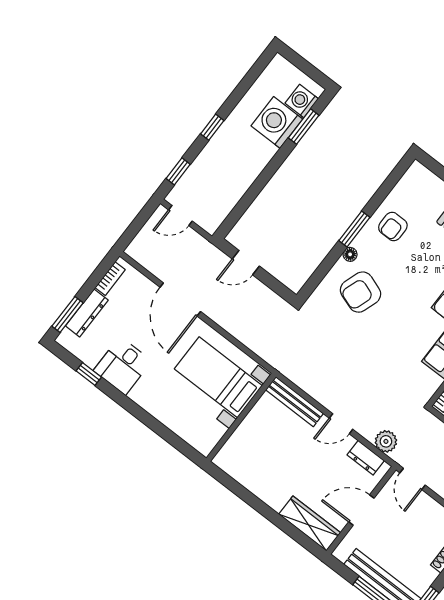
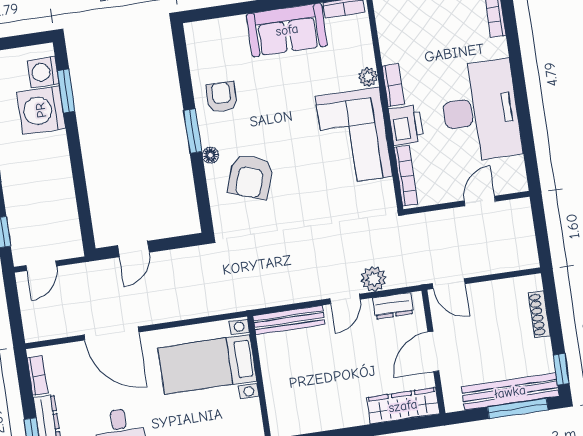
armchair: (393, 226) -> (222, 97), turned 180
plant: (386, 441) -> (373, 279), moved

